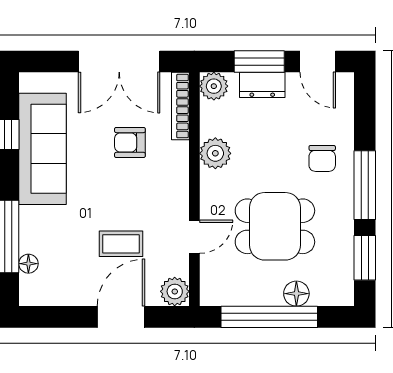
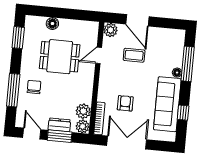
armchair: (130, 142) -> (125, 103), turned -90
plant: (215, 153) -> (83, 111), moved
window: (365, 185) -> (13, 90), moved
floor lamp: (28, 264) -> (177, 73), moved
door: (121, 317) -> (137, 20), hinge flipped
window: (269, 317) -> (66, 14), removed

